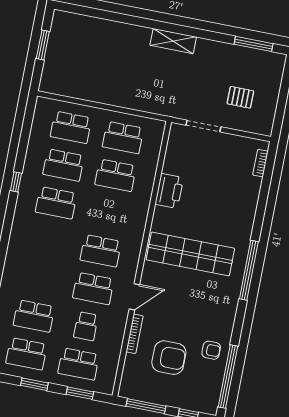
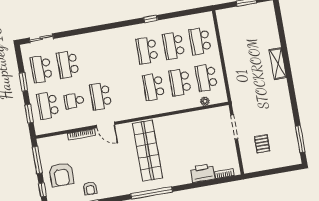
shelving: (173, 41) -> (278, 64), moved
plant: (154, 152) -> (205, 101), added
printer: (169, 191) -> (203, 173), moved, turned 180
school desk: (101, 251) -> (154, 87), moved
armchair: (169, 358) -> (61, 174), moved

